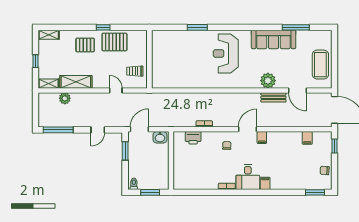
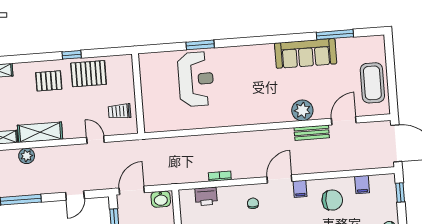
reception desk: (226, 53) -> (196, 79), moved, turned 180
door: (297, 90) -> (344, 121), swing flipped
chair: (285, 148) -> (332, 200), added

